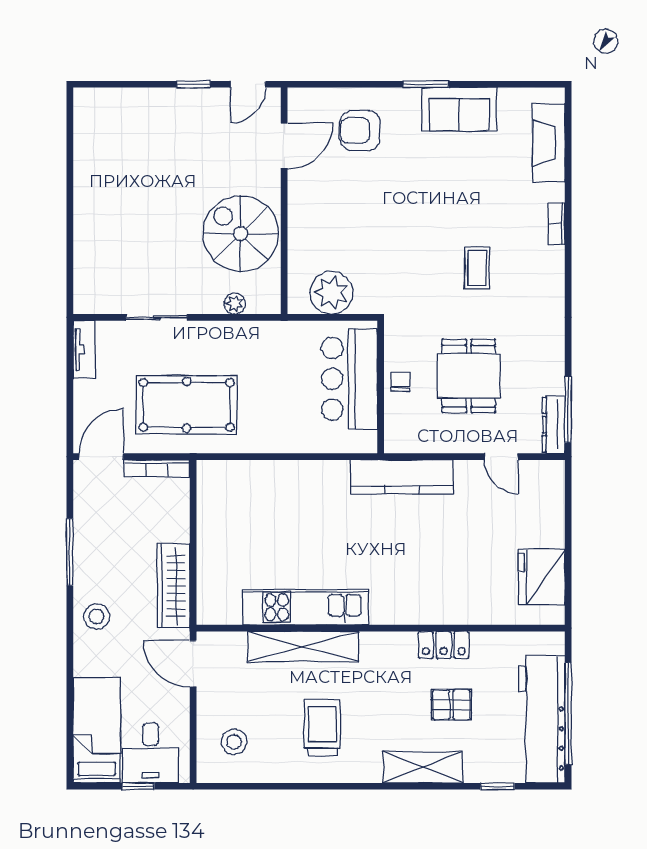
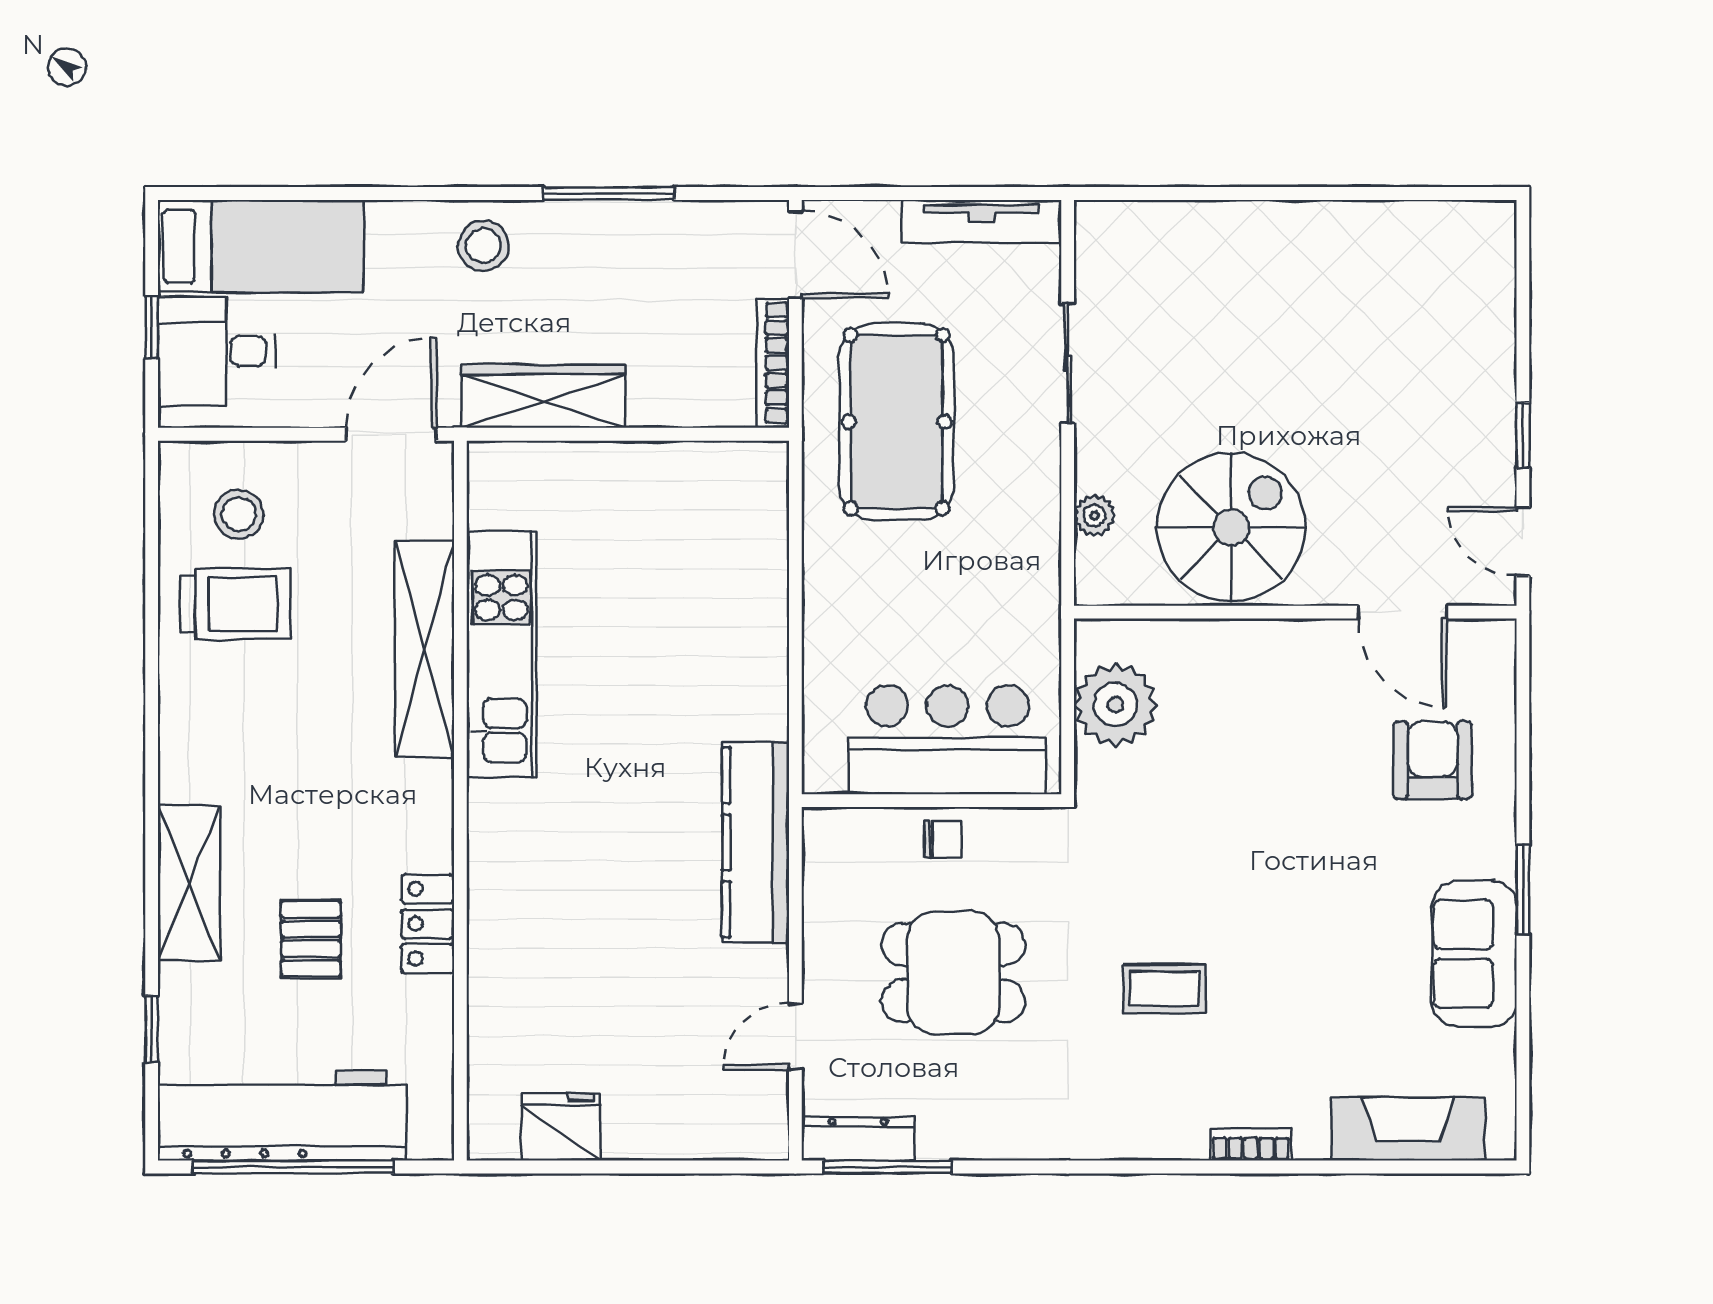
tv unit: (84, 350) -> (982, 221), width x1.41
fridge: (542, 577) -> (561, 1127), width x0.73, depth x0.75
trolley: (322, 728) -> (235, 604), moved

